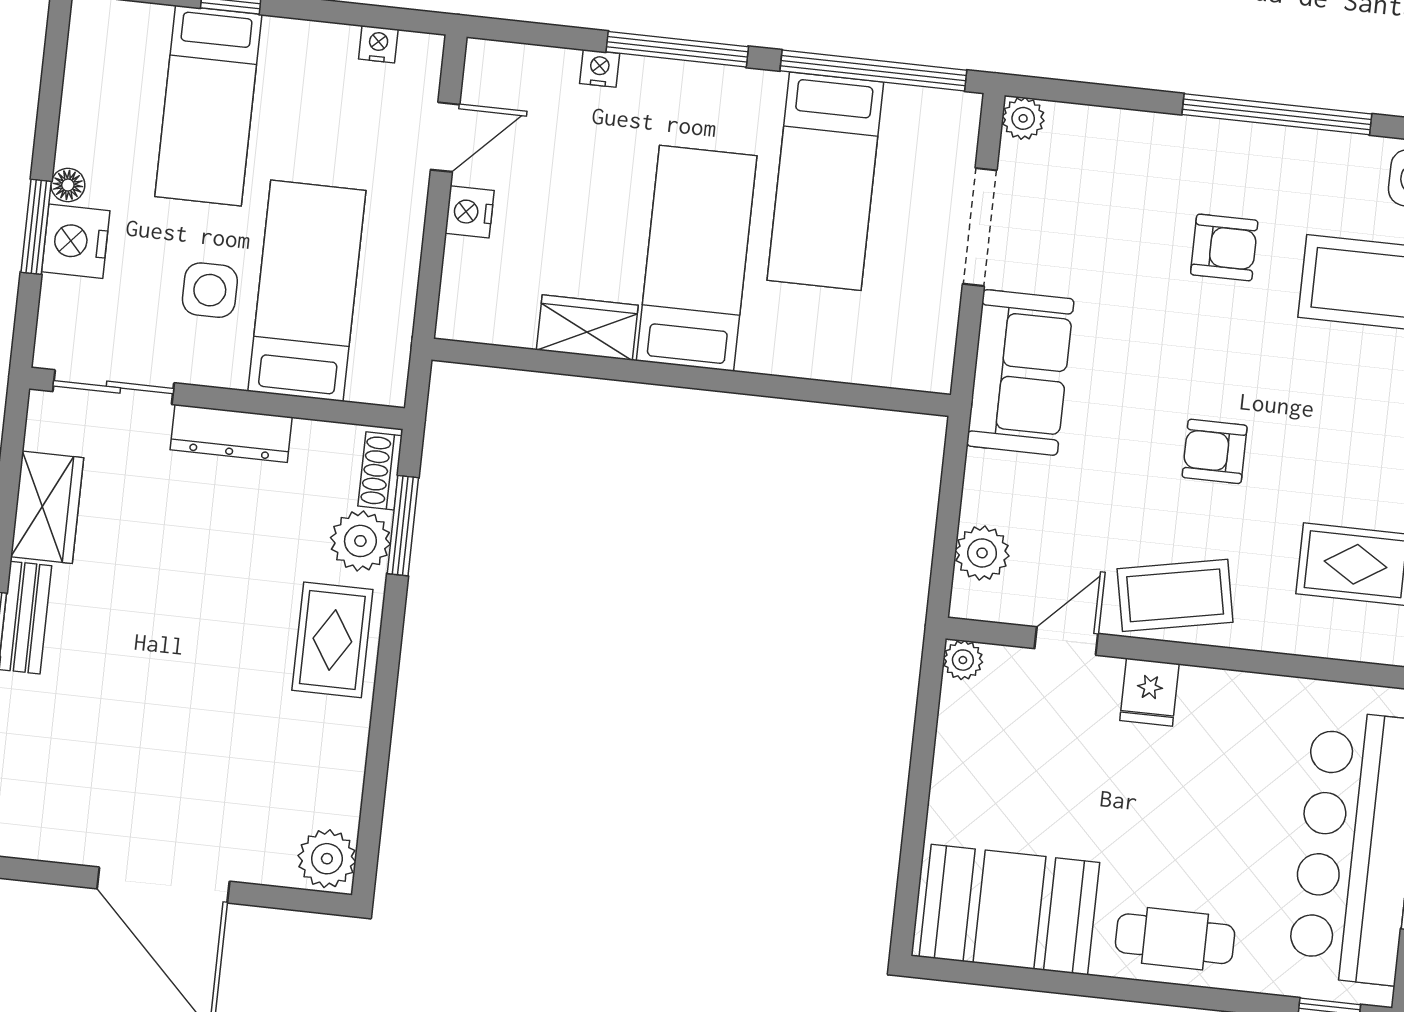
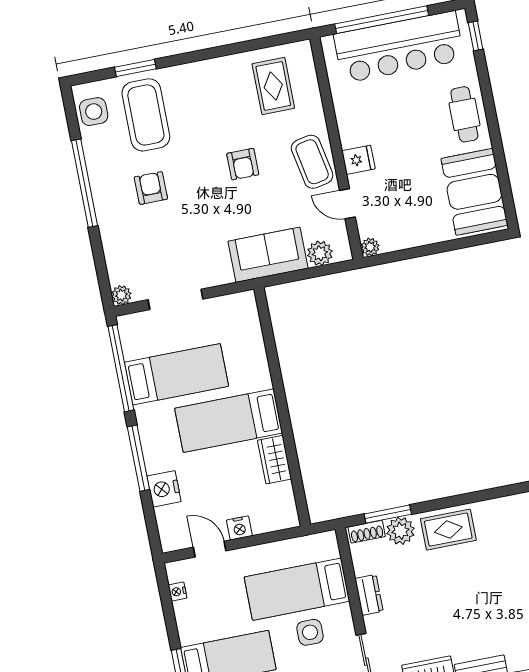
nightstand: (600, 68) -> (164, 489), width x1.89, depth x1.79
sofa: (1020, 372) -> (268, 255), moved
dresser: (231, 433) -> (369, 595), width x0.70

